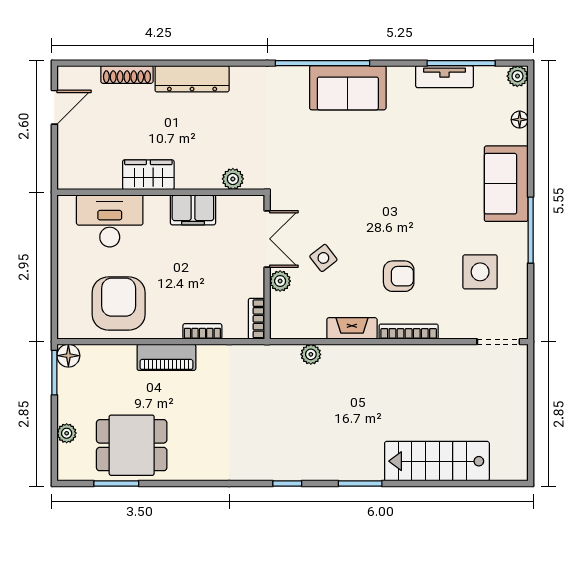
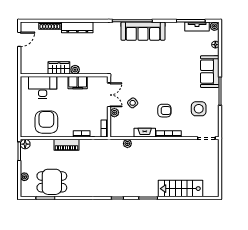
tv unit: (444, 77) -> (197, 26), moved
sofa: (348, 88) -> (143, 31), width x1.36
plant: (233, 179) -> (75, 70), moved

